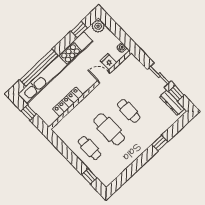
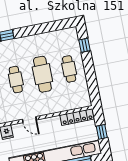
door: (104, 77) -> (29, 120), moved
locker: (68, 102) -> (77, 117), moved

